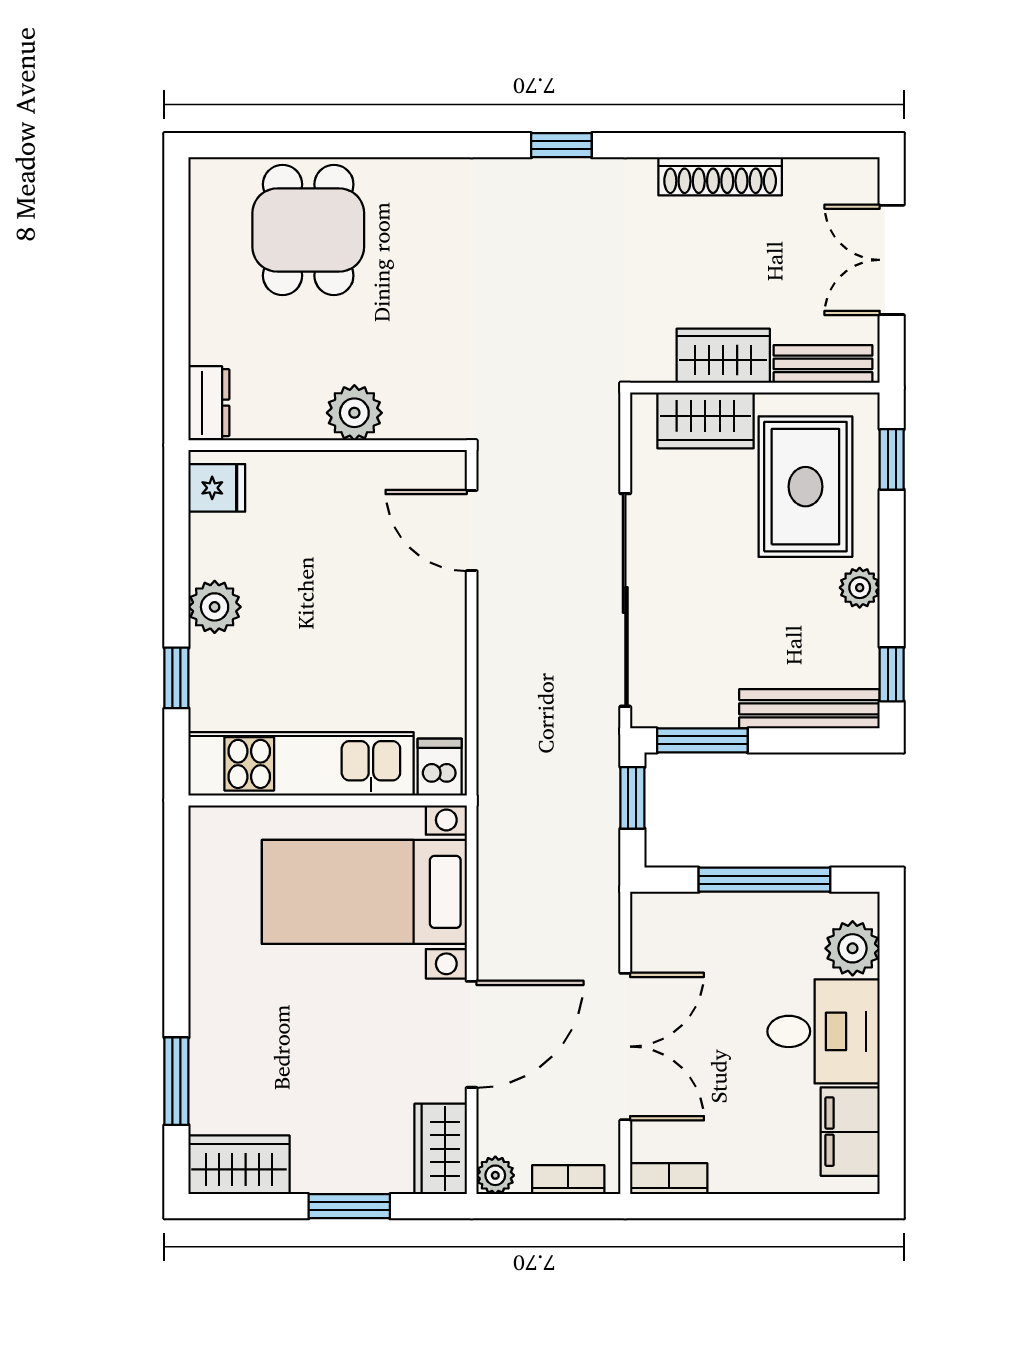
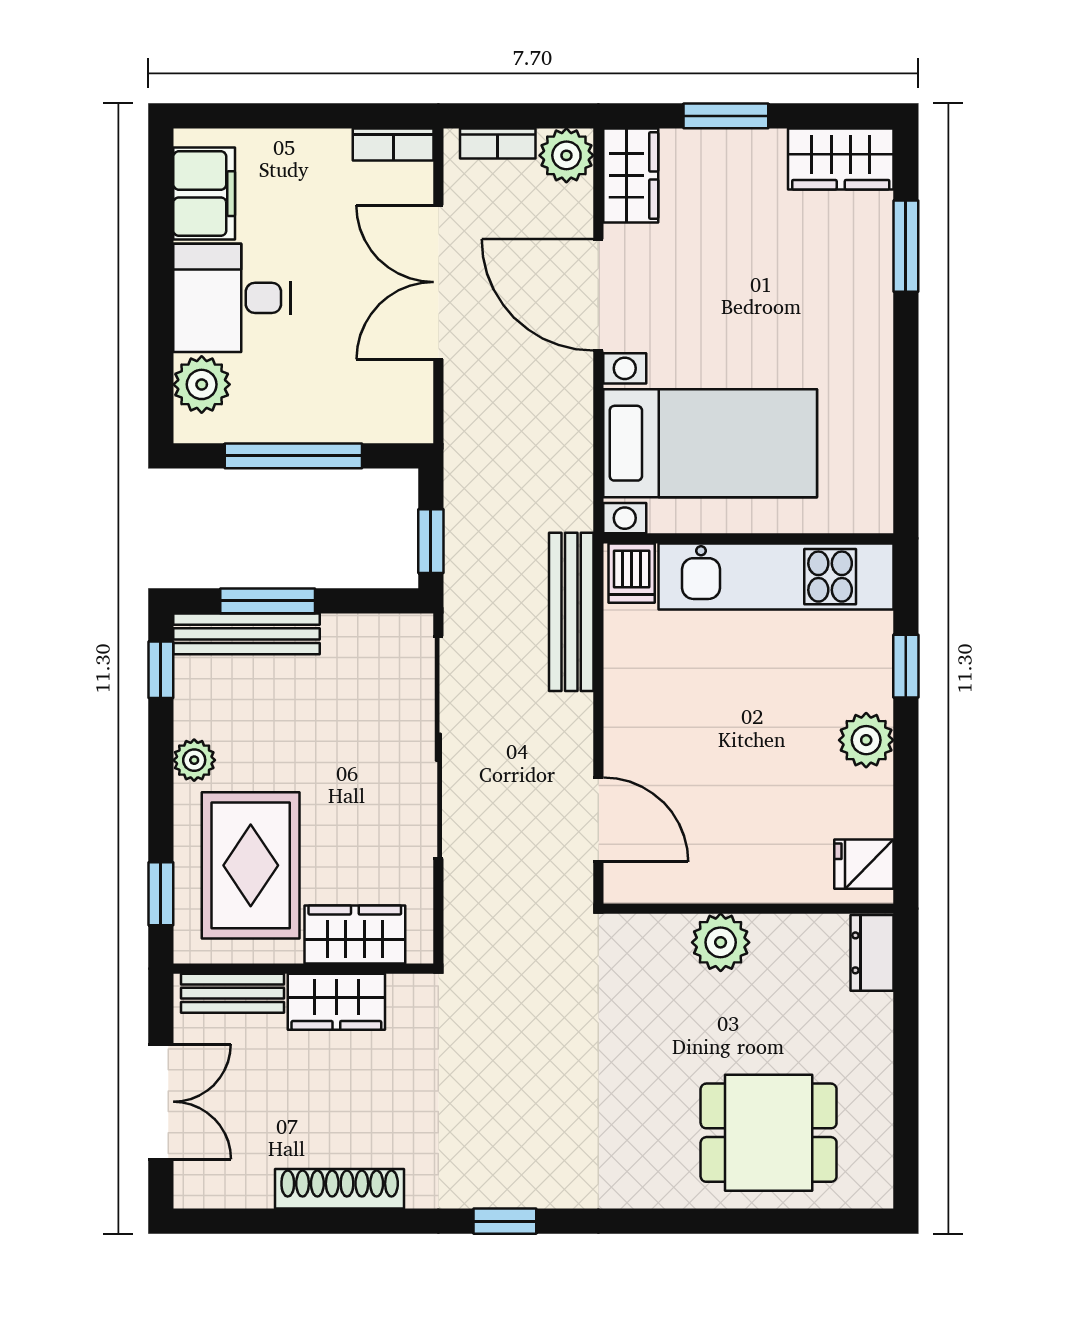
dining table: (308, 230) -> (769, 1133), turned 90
bench: (498, 730) -> (571, 612), added
window: (702, 740) -> (268, 601), moved
door: (472, 1034) -> (598, 295), hinge flipped
plant: (495, 1175) -> (566, 155), width x1.38, depth x1.38

